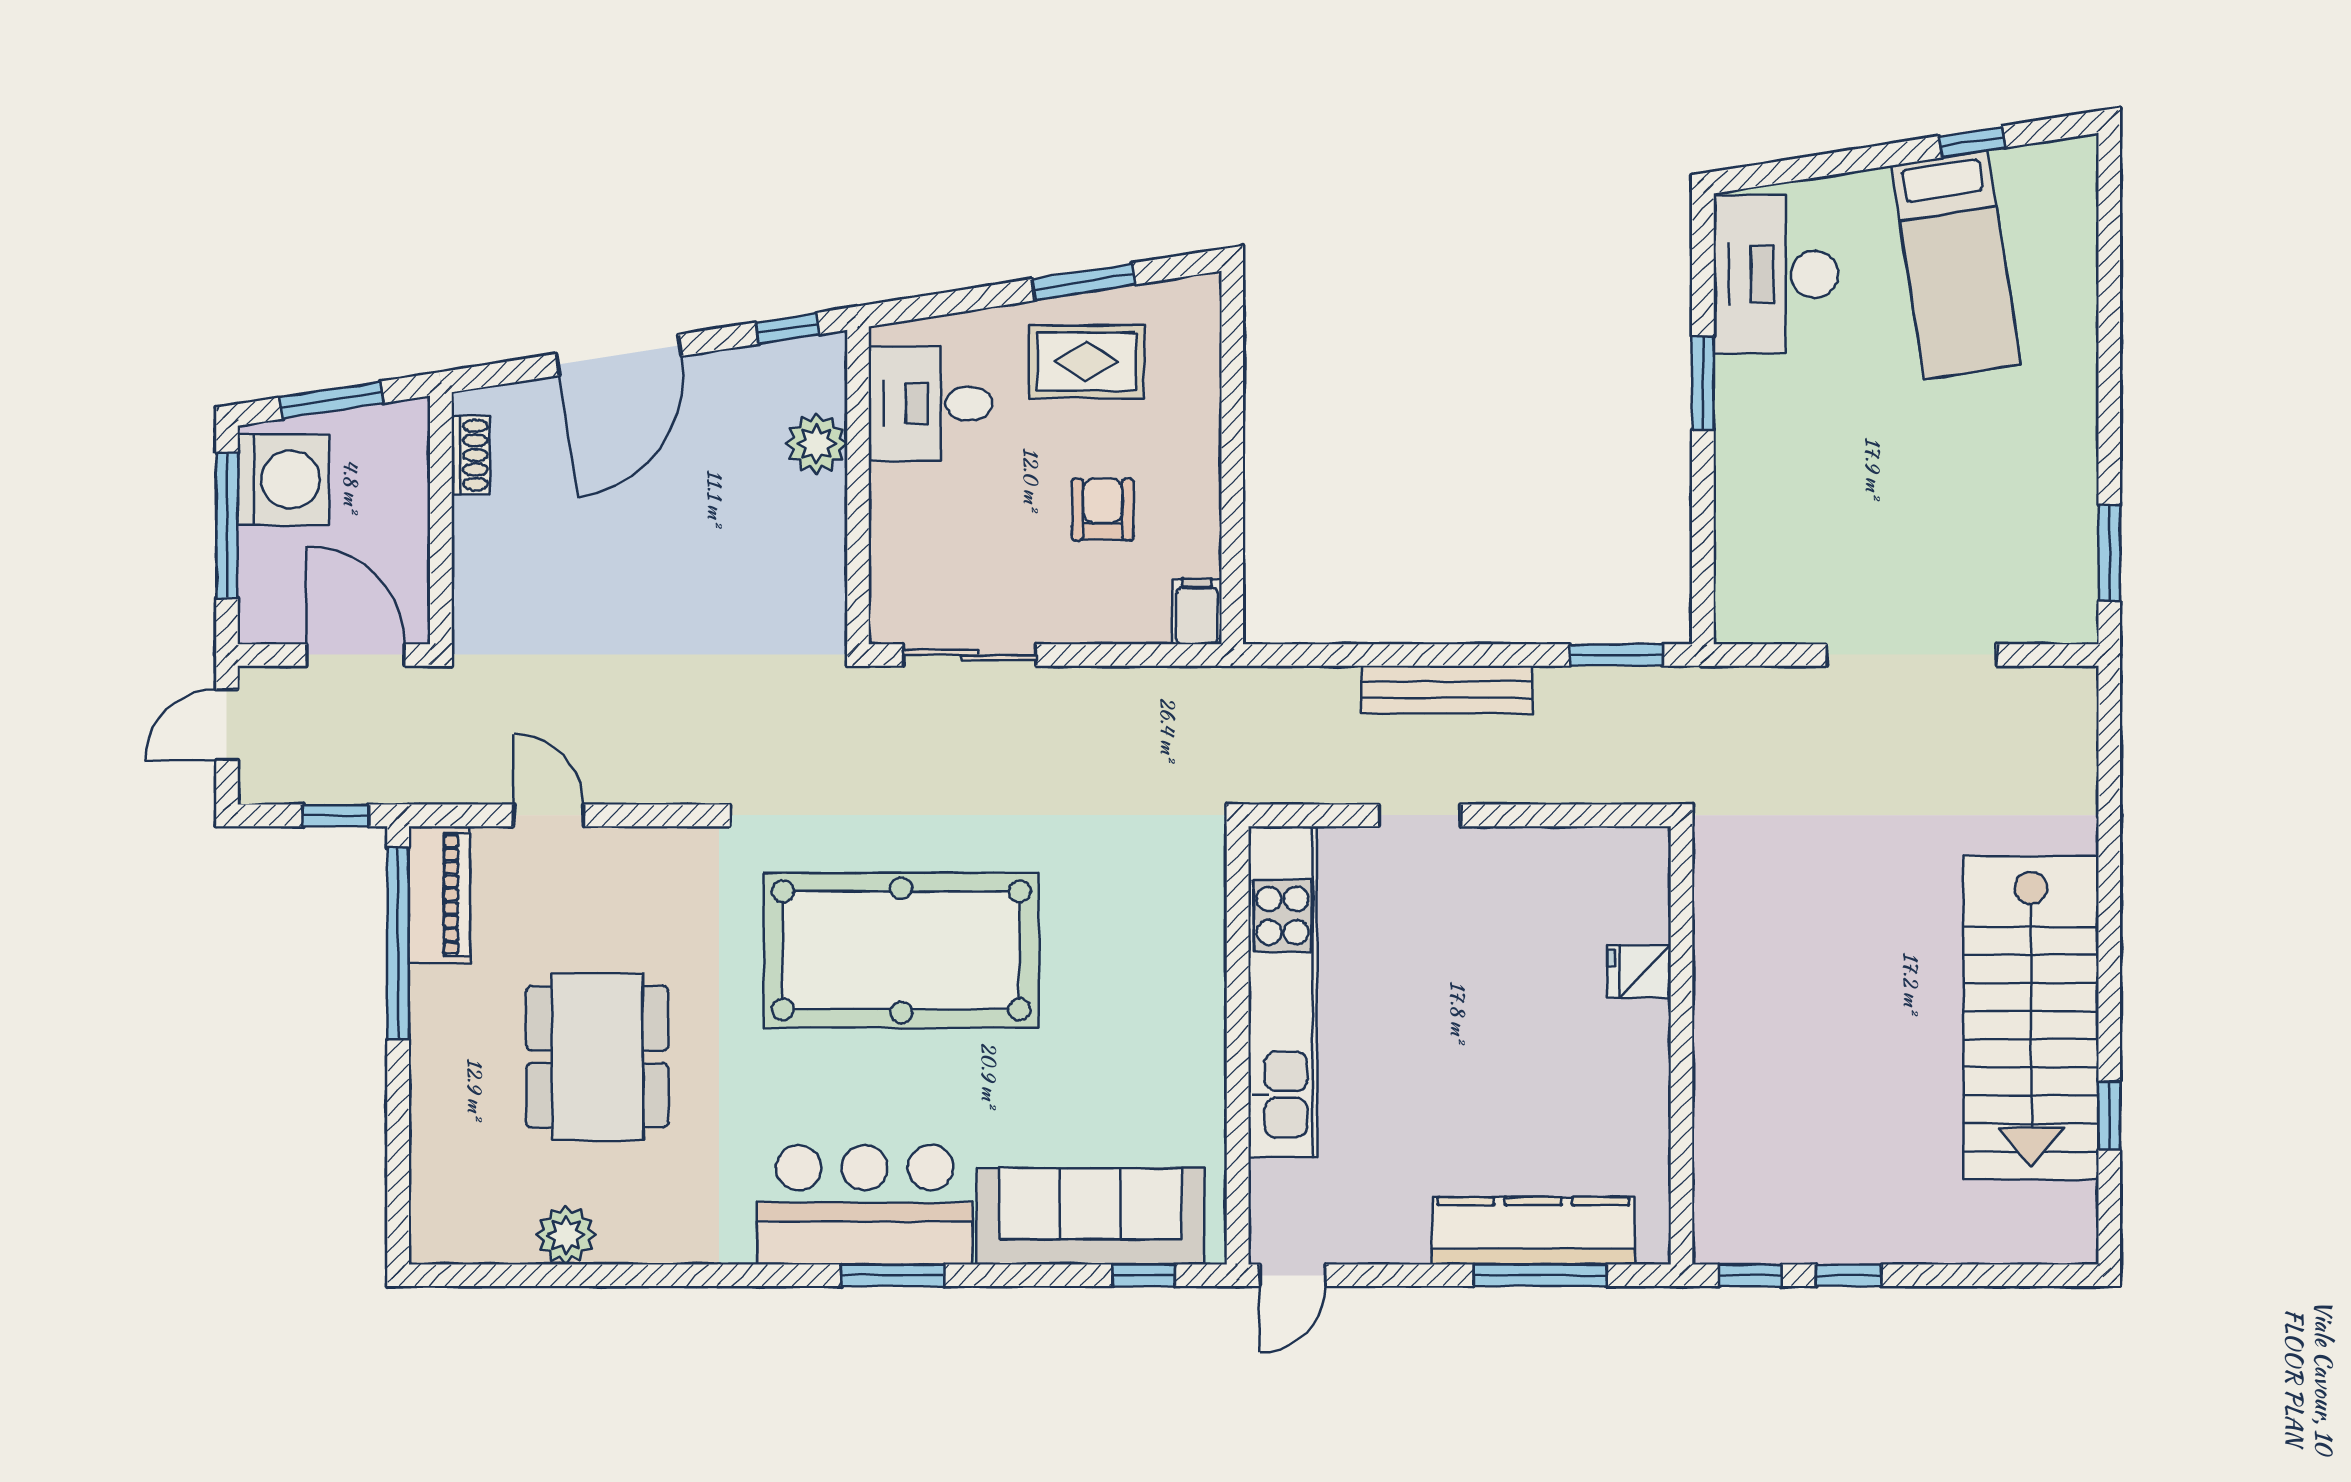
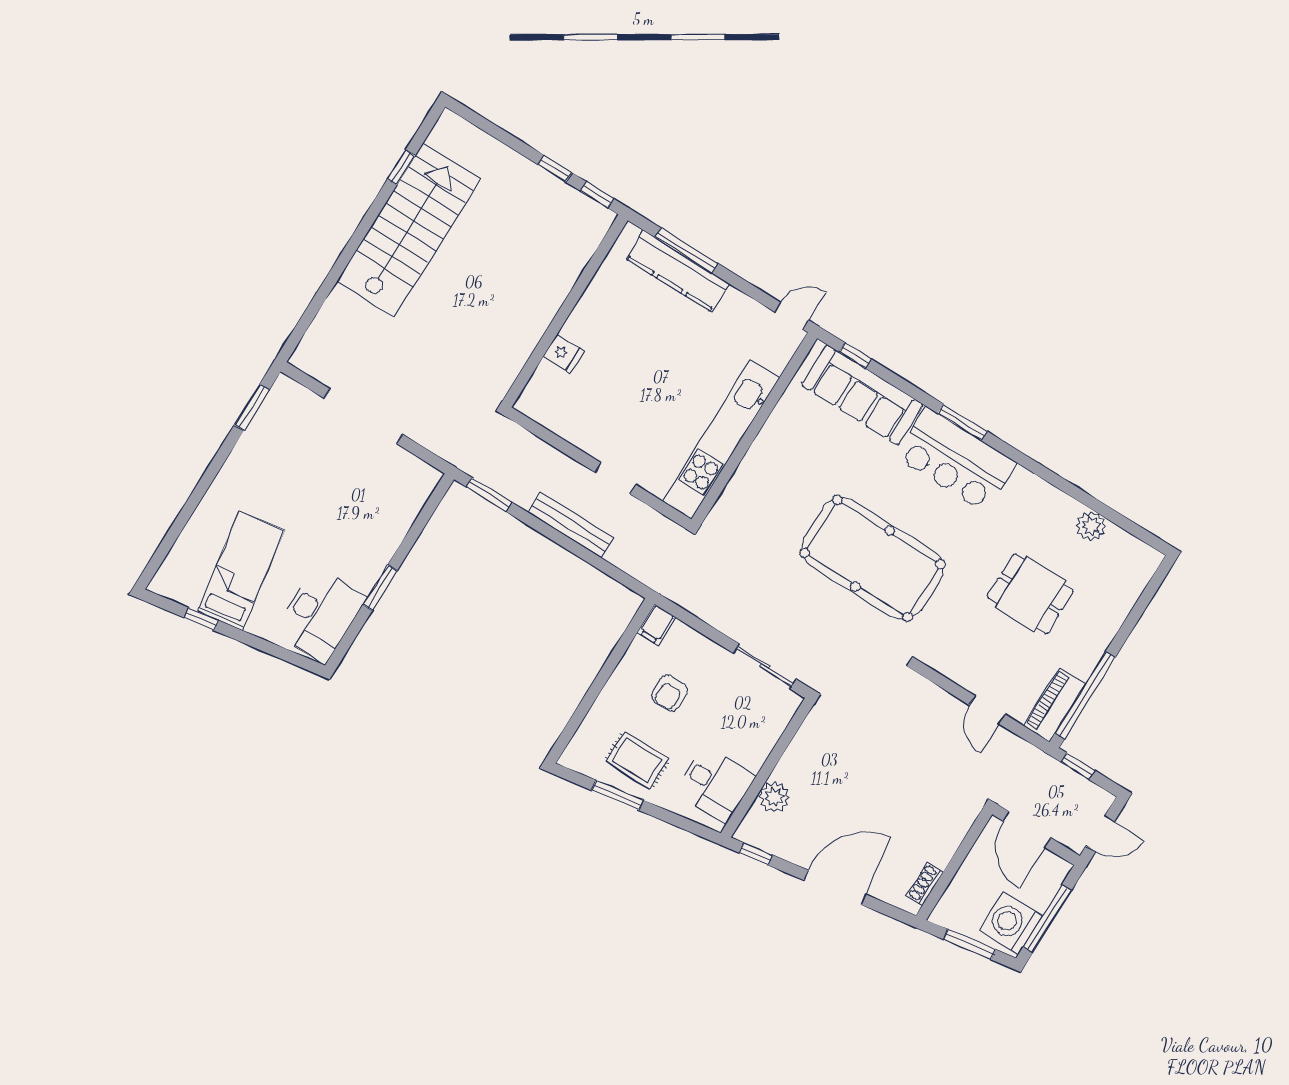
dining table: (597, 1057) -> (1030, 594), width x0.73

